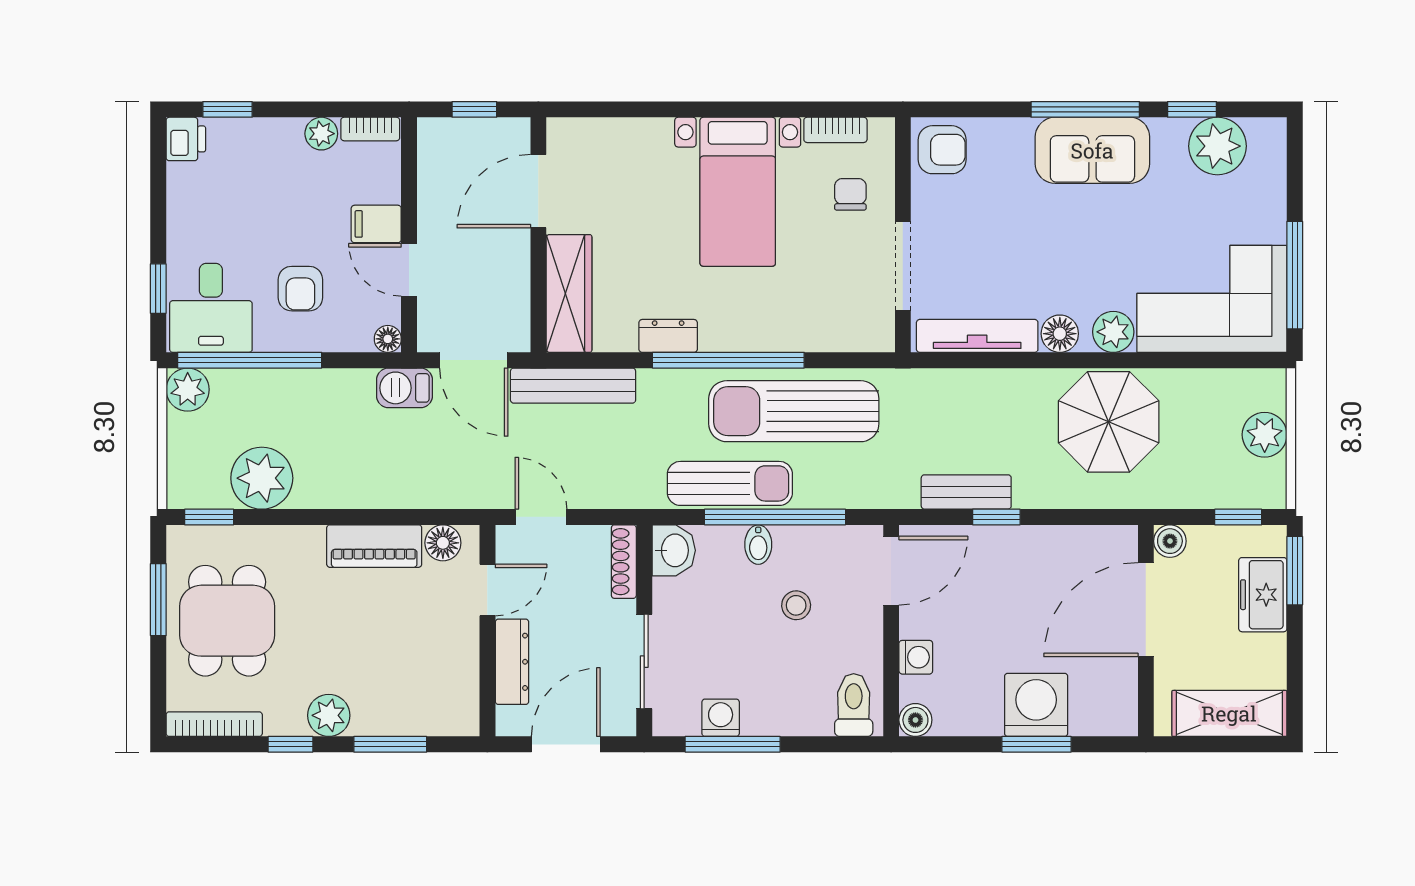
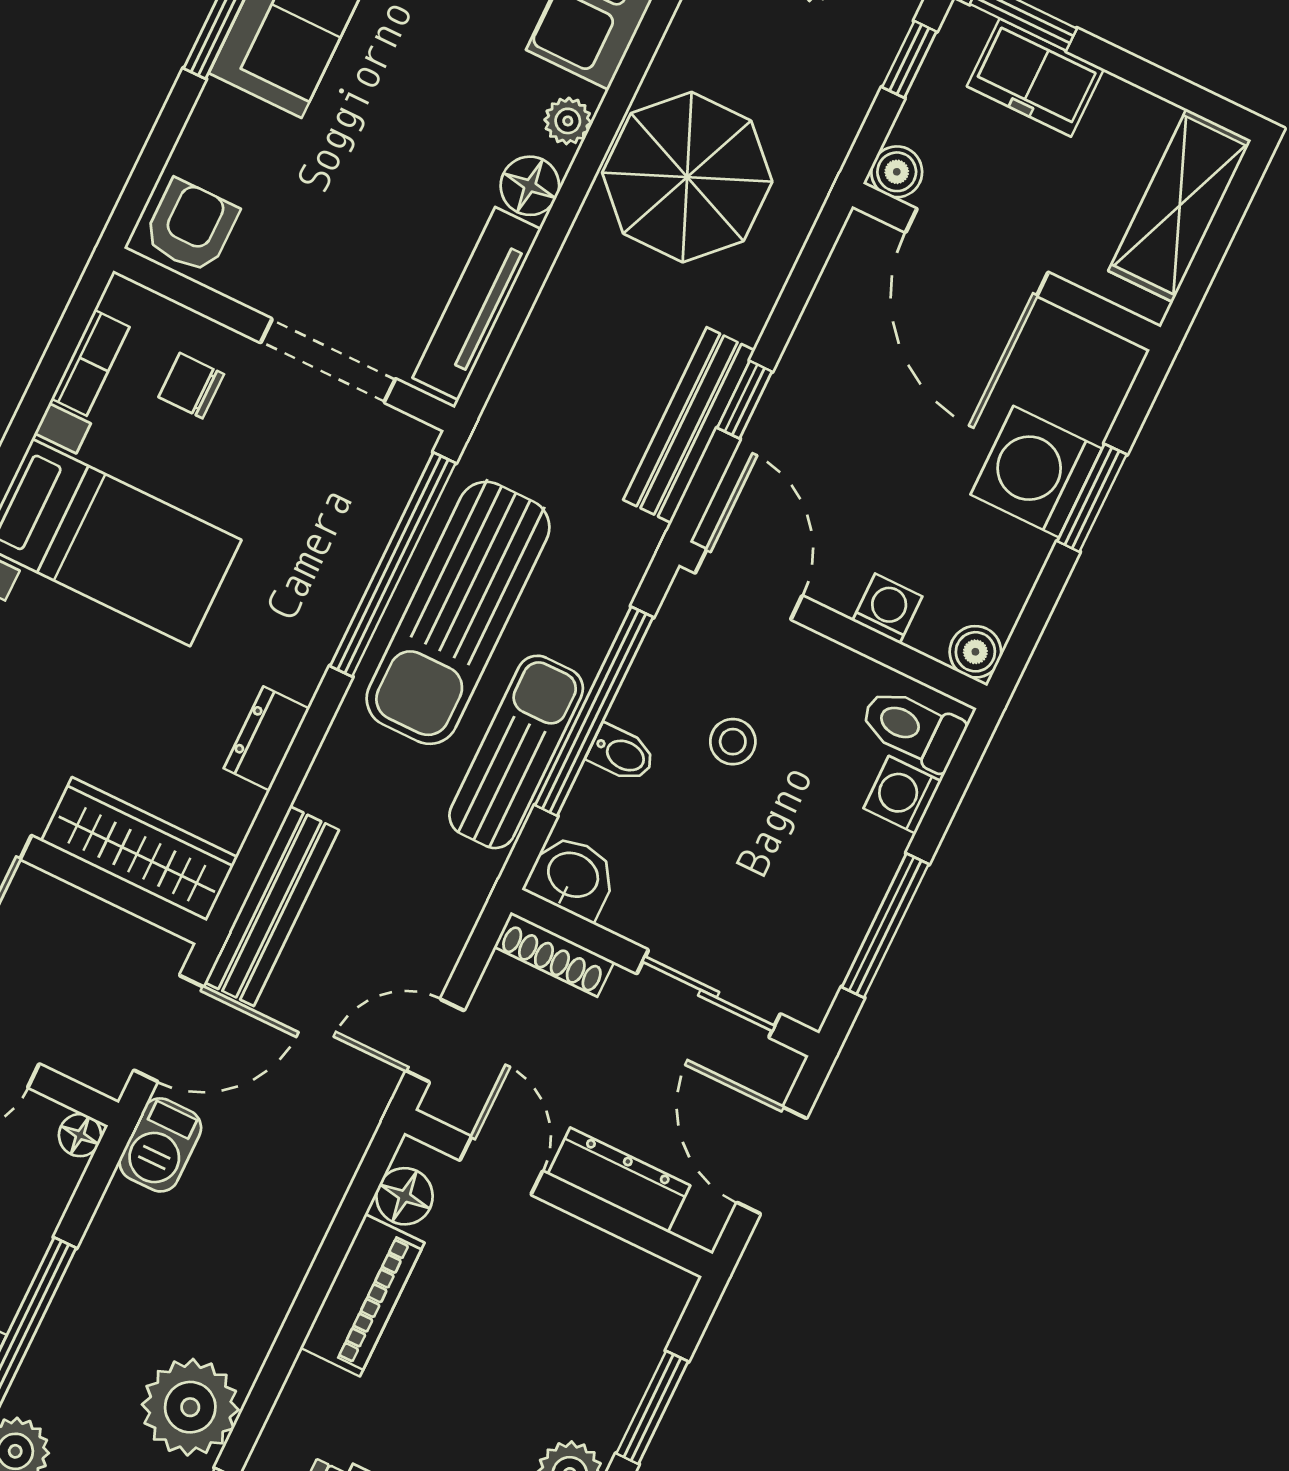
plant: (1113, 332) -> (568, 121), width x0.73, depth x0.73
window: (728, 360) -> (393, 565), moved
bench: (966, 492) -> (689, 425), width x1.36
washing machine: (721, 718) -> (902, 795), moved

